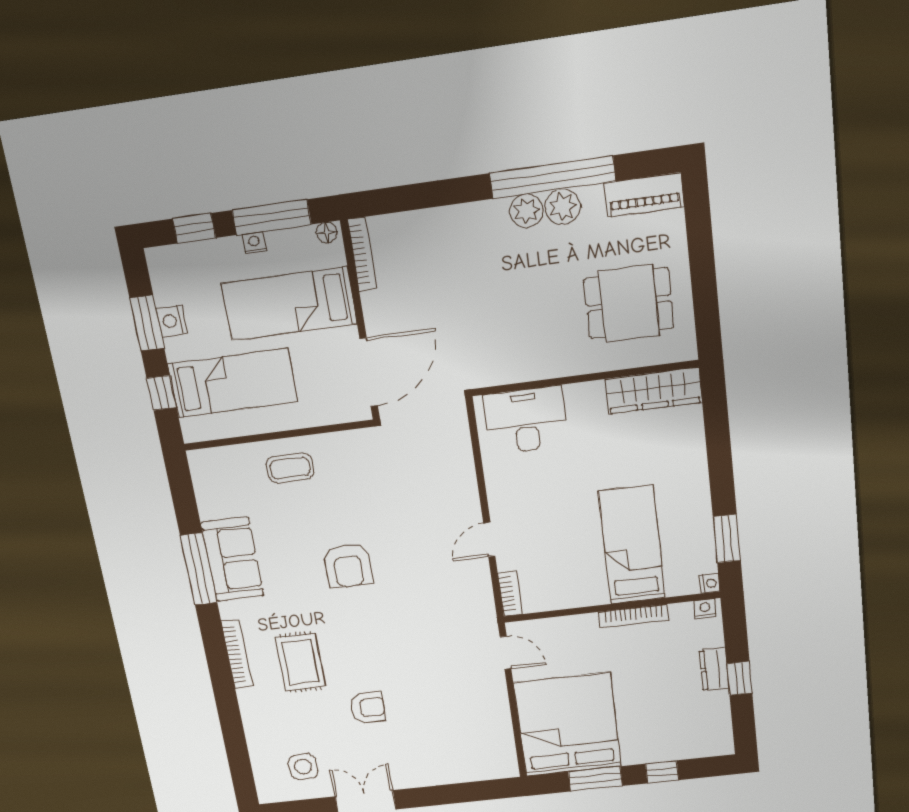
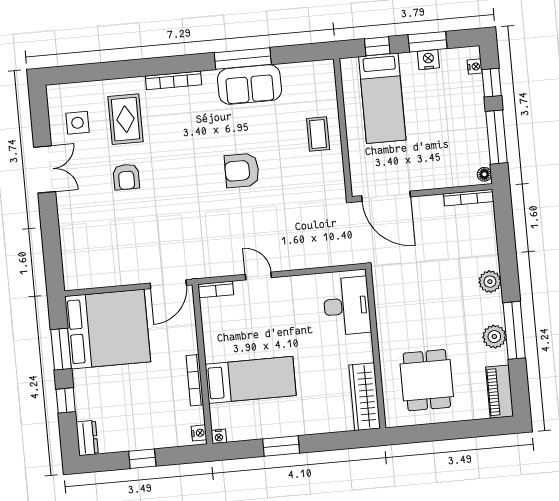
window: (553, 177) -> (514, 330), width x0.68
plant: (526, 211) -> (490, 282), moved
nightstand: (254, 243) -> (475, 67), moved
bed: (289, 304) -> (437, 144), removed
window: (727, 539) -> (281, 446), moved
door: (506, 653) -> (168, 284), width x1.38
rug: (300, 662) -> (126, 119), moved, turned 90
dresser: (714, 669) -> (87, 438), moved, turned 90

